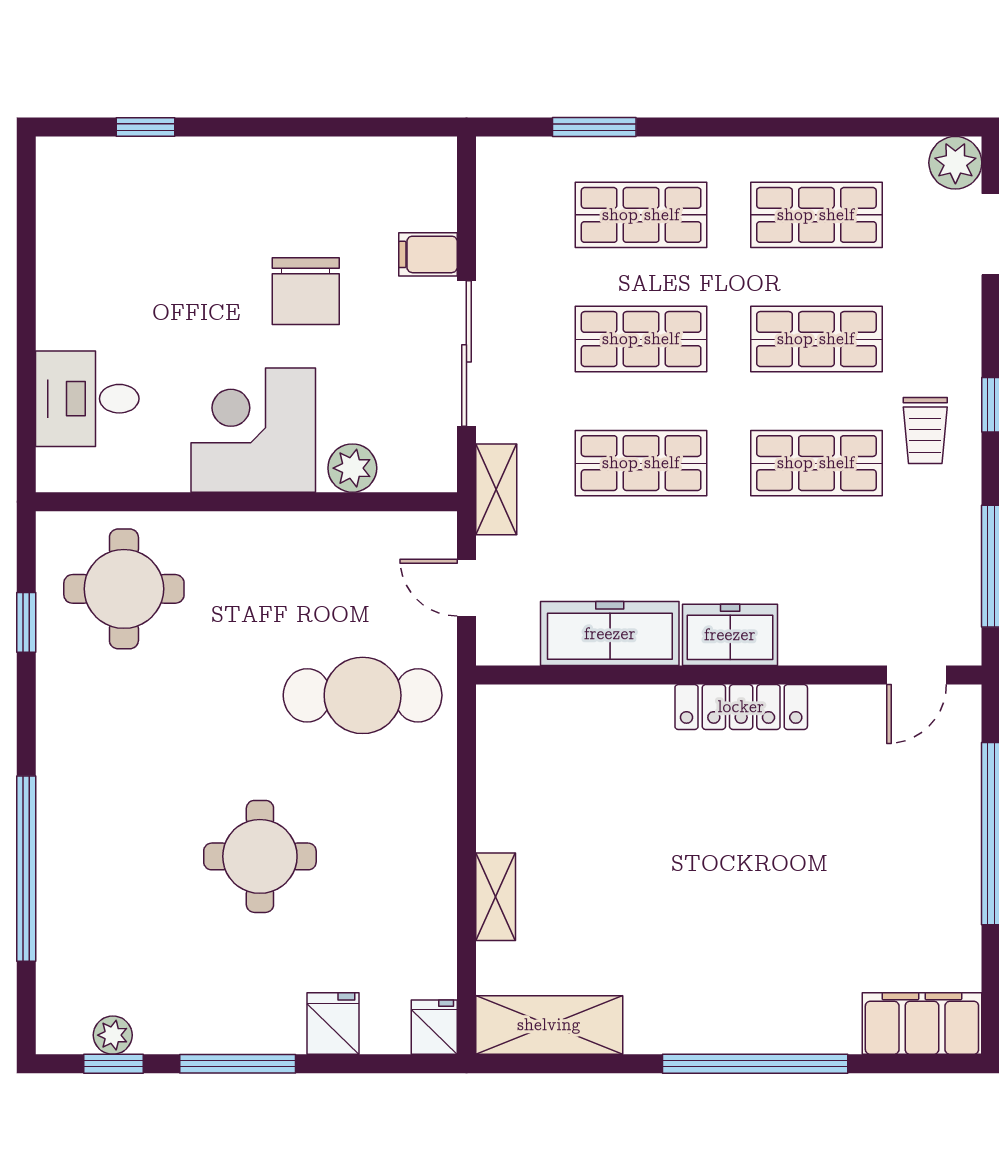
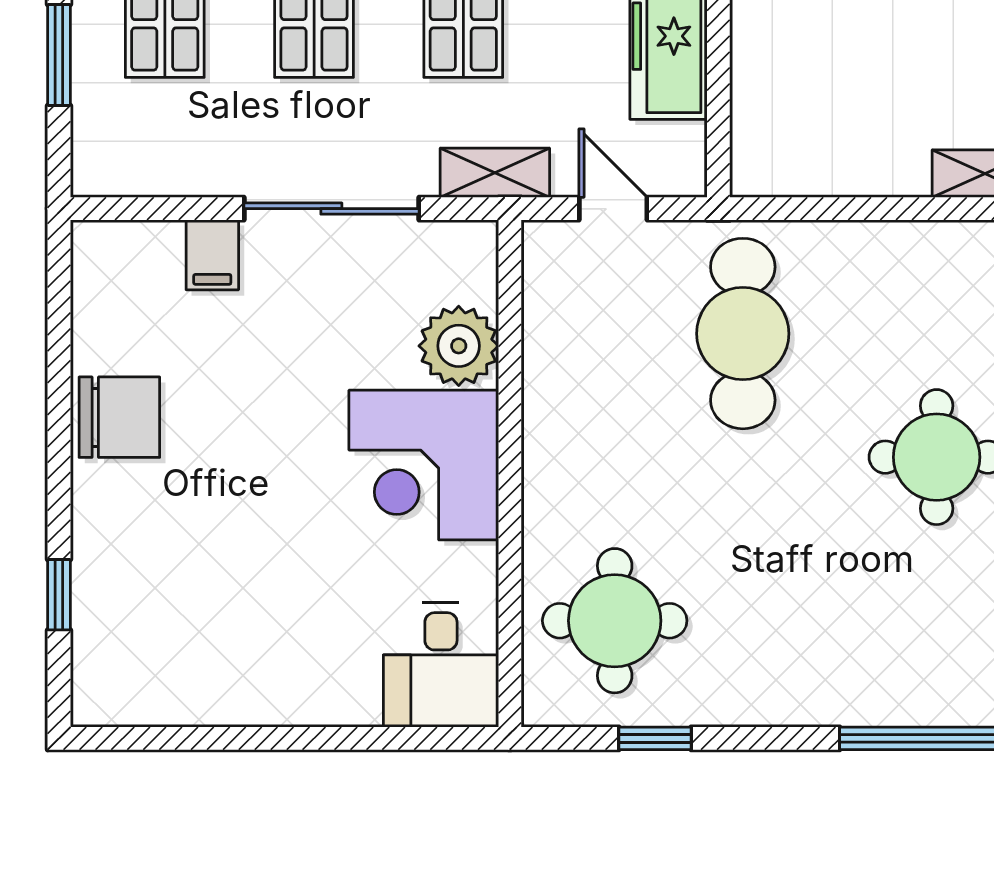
chair: (306, 291) -> (119, 417), moved
desk: (87, 399) -> (441, 665), moved
plant: (352, 468) -> (459, 346), width x1.36, depth x1.36
door: (466, 588) -> (613, 209), swing flipped

